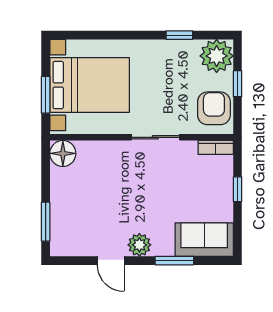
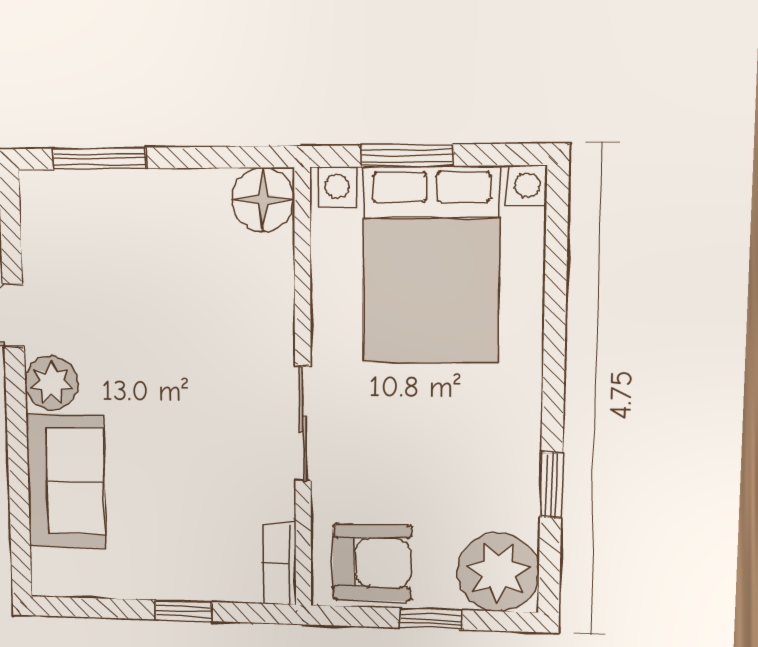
sofa: (204, 240) -> (66, 481), moved
window: (174, 261) -> (18, 463), removed

